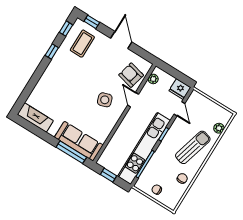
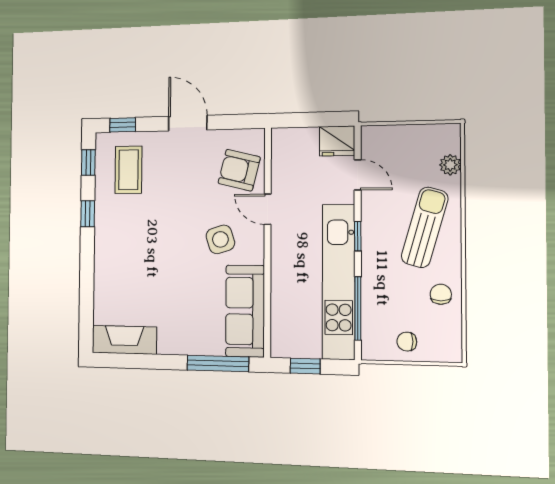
plant: (153, 79) -> (280, 153), removed
sofa: (79, 141) -> (245, 311), moved, turned -90

